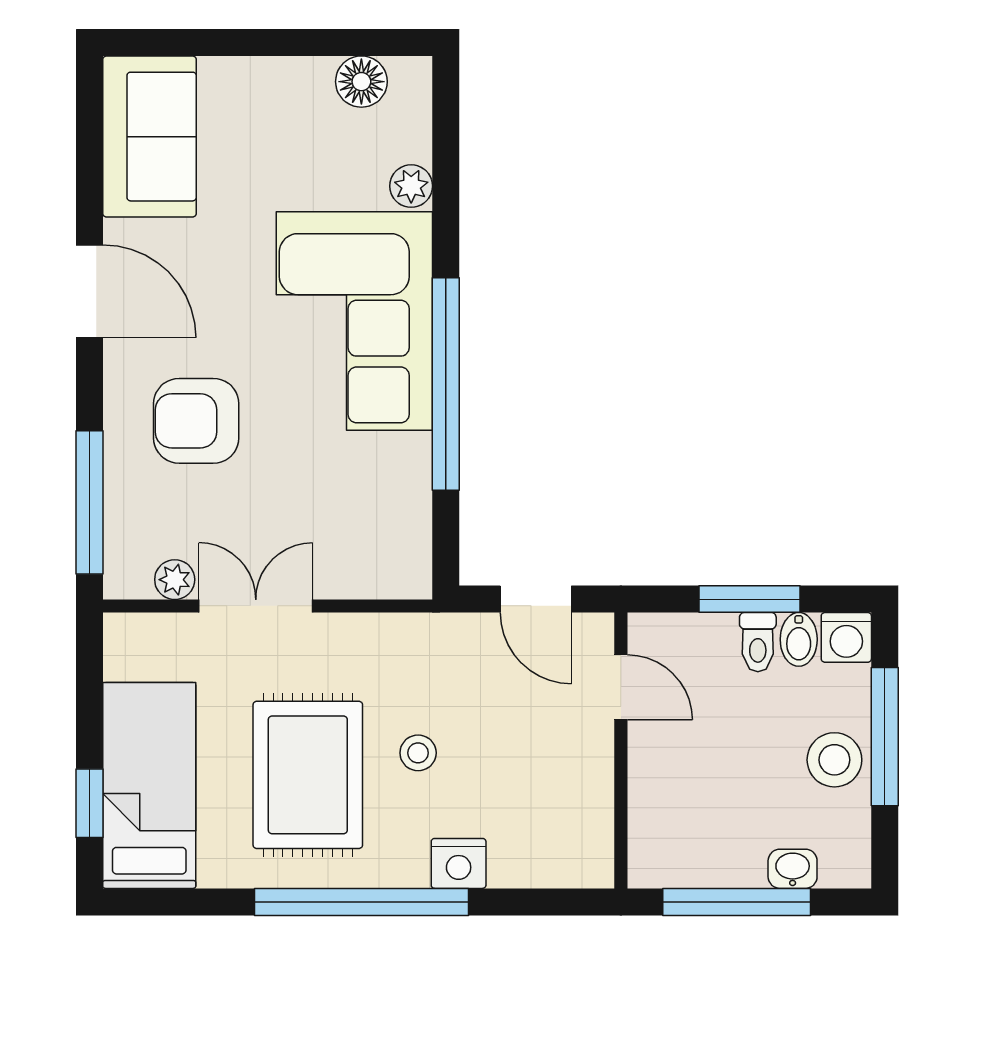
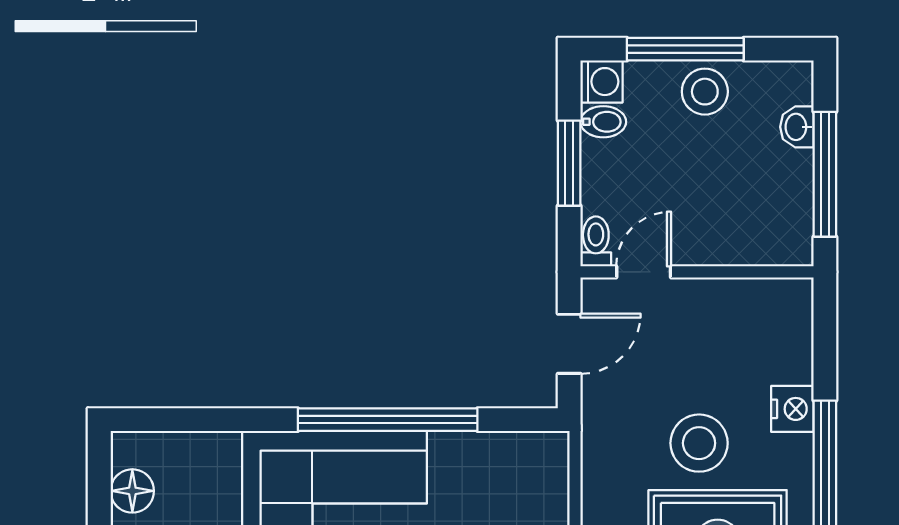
plant: (411, 186) -> (220, 449), removed
toilet: (758, 642) -> (596, 241), moved, turned -90
stool: (418, 753) -> (699, 443), width x1.89, depth x1.89

